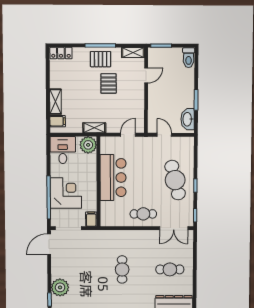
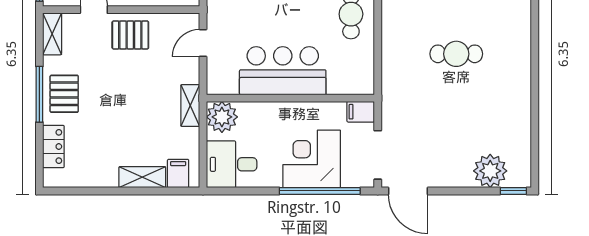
locker: (61, 53) -> (53, 147), moved
pallet: (109, 84) -> (130, 35), moved
door: (128, 135) -> (203, 43), hinge flipped

